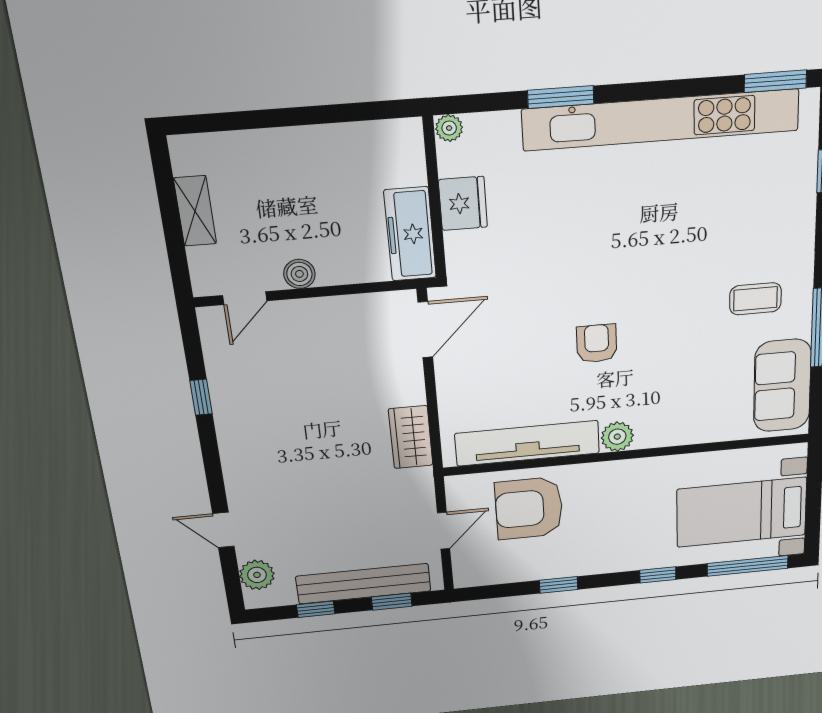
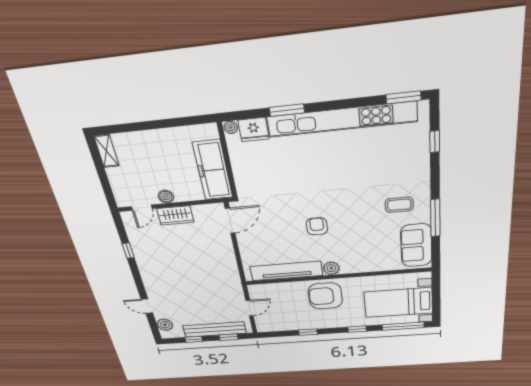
fridge: (463, 203) -> (254, 130), moved, turned 90
shelving: (195, 211) -> (106, 151), moved
freezer: (410, 234) -> (213, 170), width x1.36, depth x1.26
wardrobe: (411, 437) -> (175, 215), moved, turned -90
armchair: (529, 508) -> (325, 296), moved

